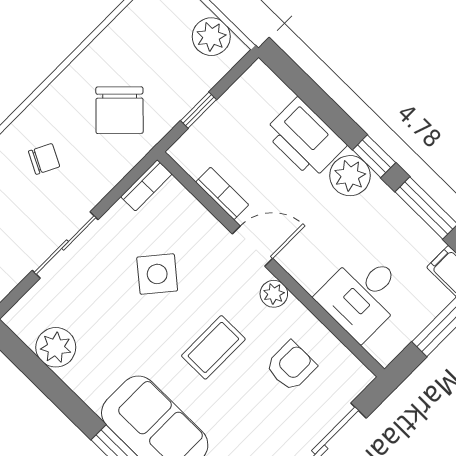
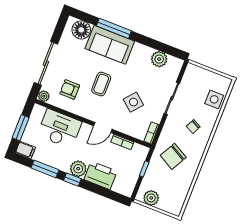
chair: (119, 110) -> (173, 156), turned -106
plant: (274, 294) -> (44, 96), moved
desk: (362, 295) -> (59, 129), width x1.37
armchair: (291, 366) -> (70, 89), turned 90

